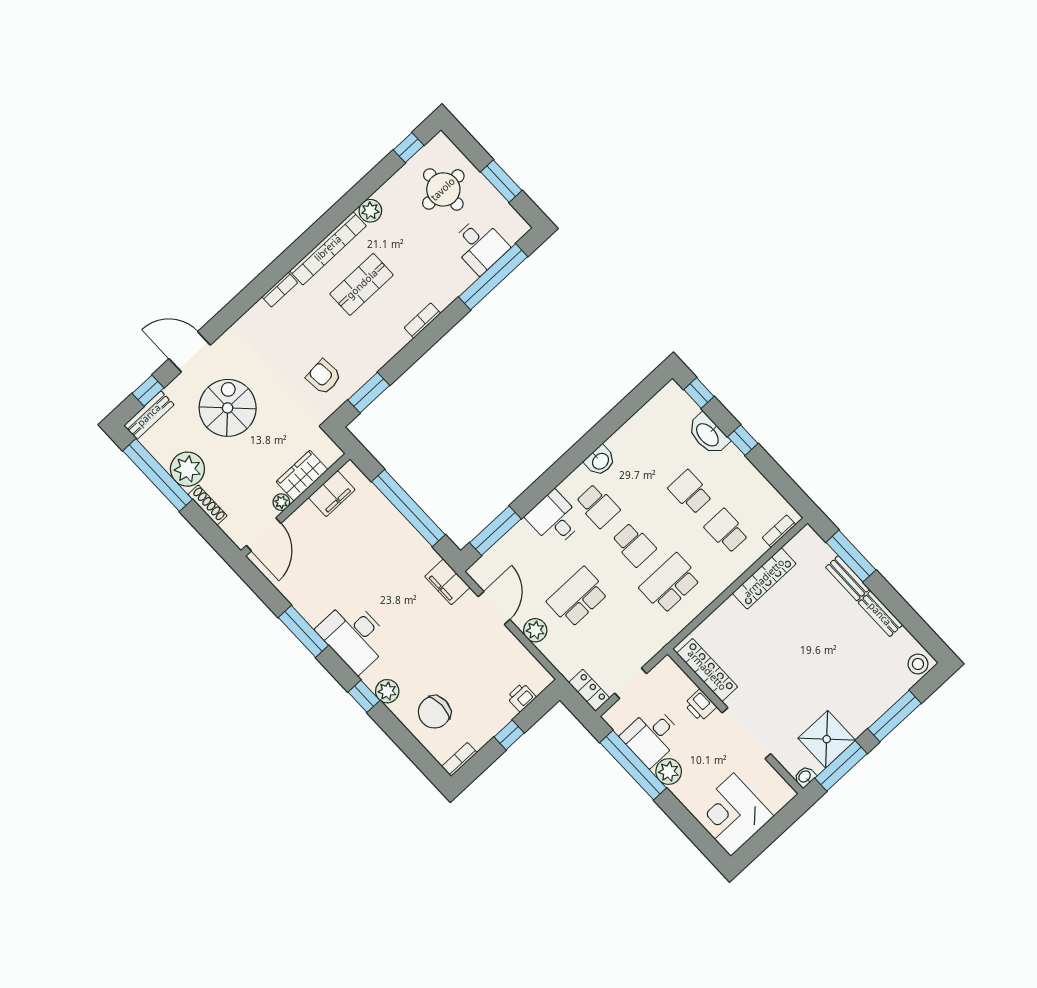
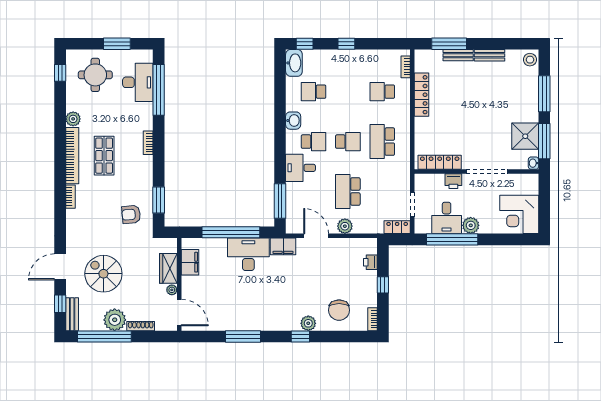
desk: (480, 245) -> (138, 82), width x1.37
washbasin: (708, 434) -> (294, 63), moved, turned -90
school desk: (690, 492) -> (314, 92), moved
desk: (354, 636) -> (248, 254), moved, turned 180

